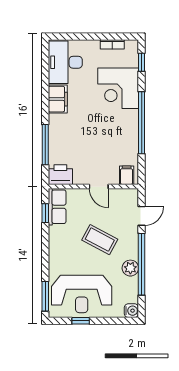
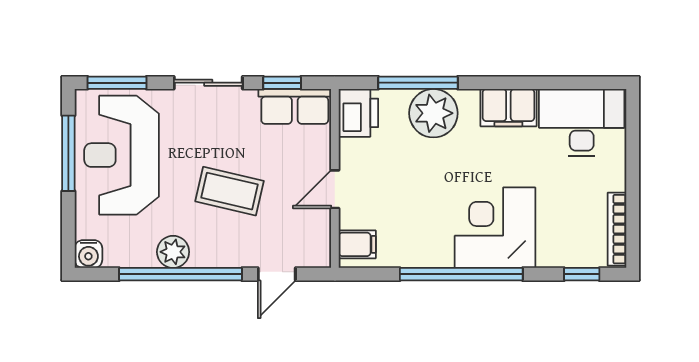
bookcase: (112, 44) -> (617, 229), width x1.56
corner desk: (118, 88) -> (495, 228), moved
plant: (61, 137) -> (433, 113), added
door: (142, 216) -> (277, 274), hinge flipped
coffee table: (100, 240) -> (230, 191), turned 75
sliding door: (45, 250) -> (208, 83), added
window: (81, 321) -> (68, 153), width x2.17

